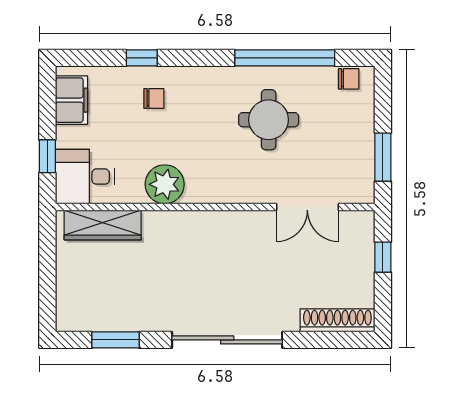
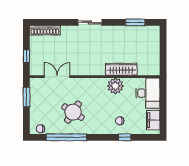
round table: (269, 120) -> (73, 112), turned 33
window: (47, 156) -> (163, 97), removed
desk: (85, 177) -> (148, 93), width x1.37
wardrobe: (103, 225) -> (121, 69), moved
sliding door: (227, 340) -> (90, 22), width x0.54

